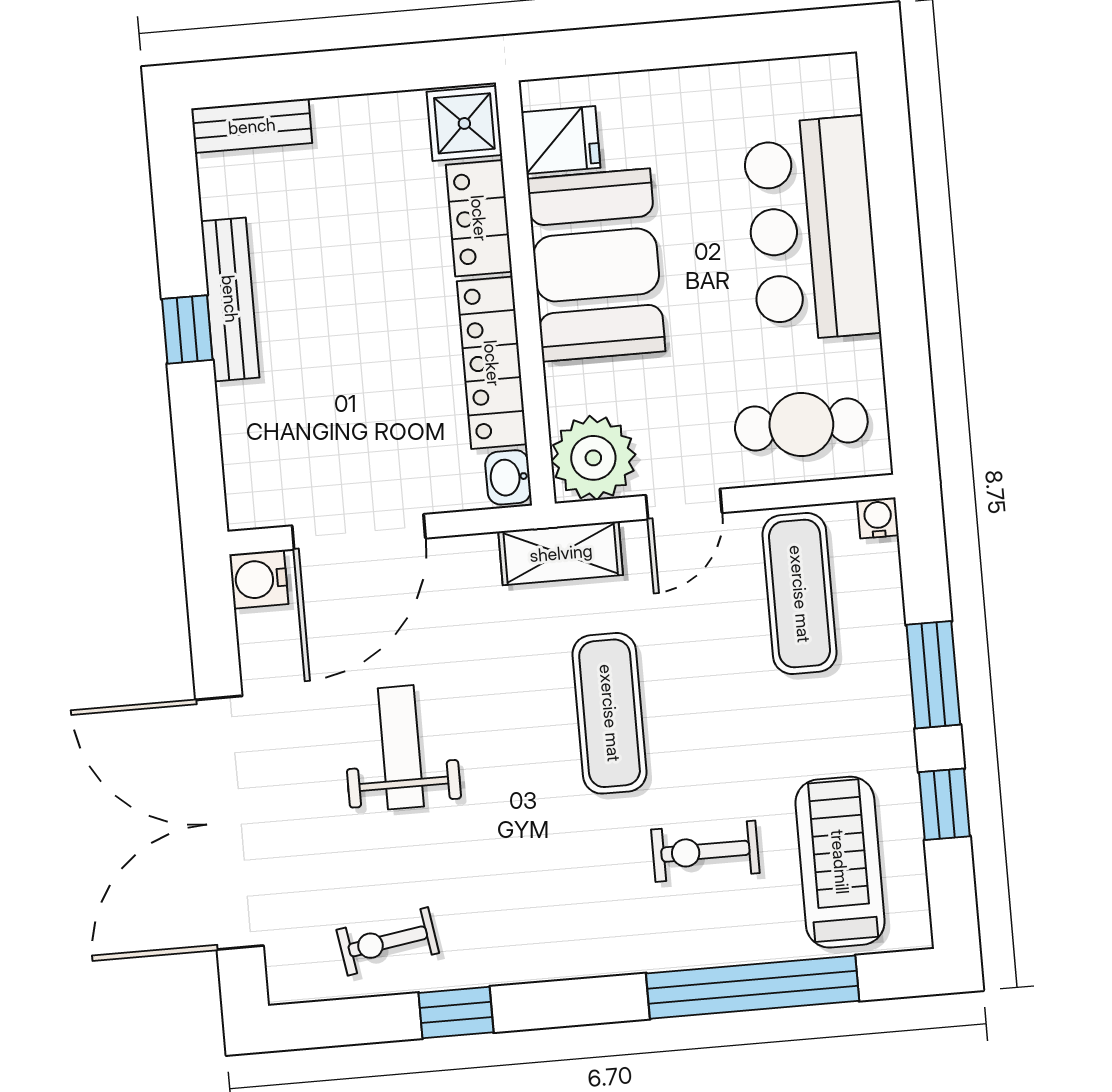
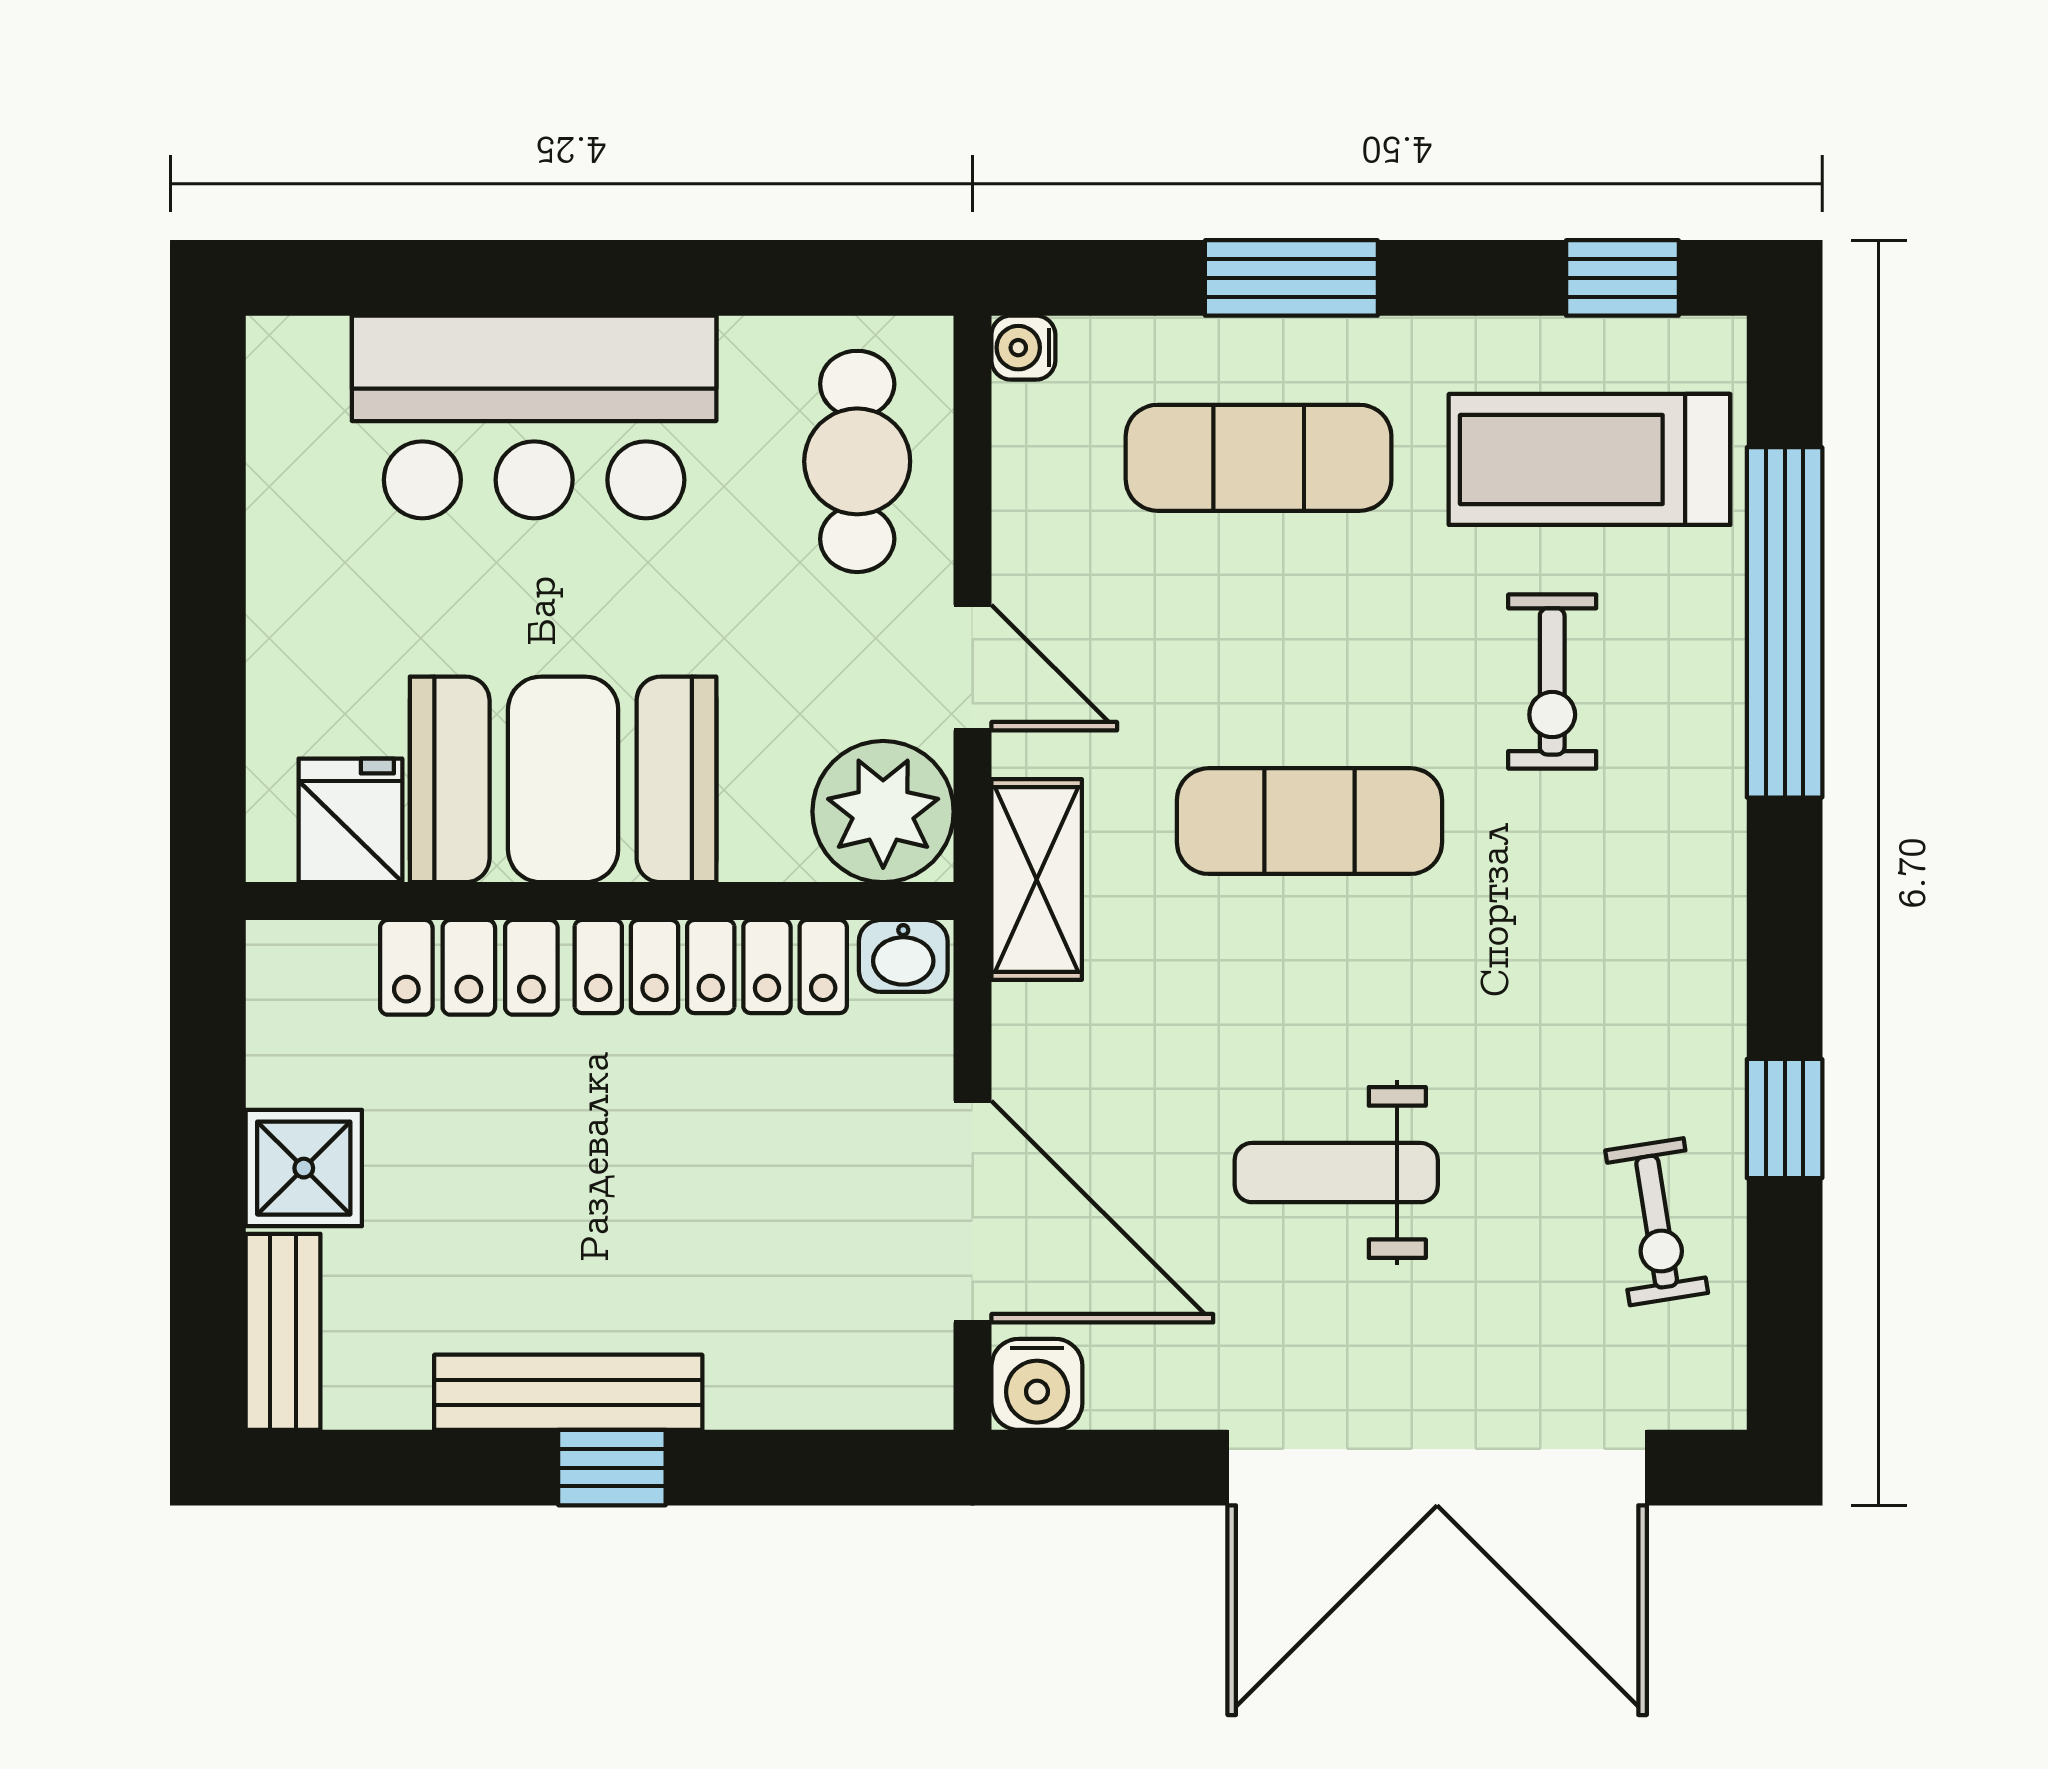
shower: (464, 123) -> (304, 1168), moved
exercise mat: (800, 594) -> (1259, 458), moved
window: (944, 804) -> (1622, 278), moved

